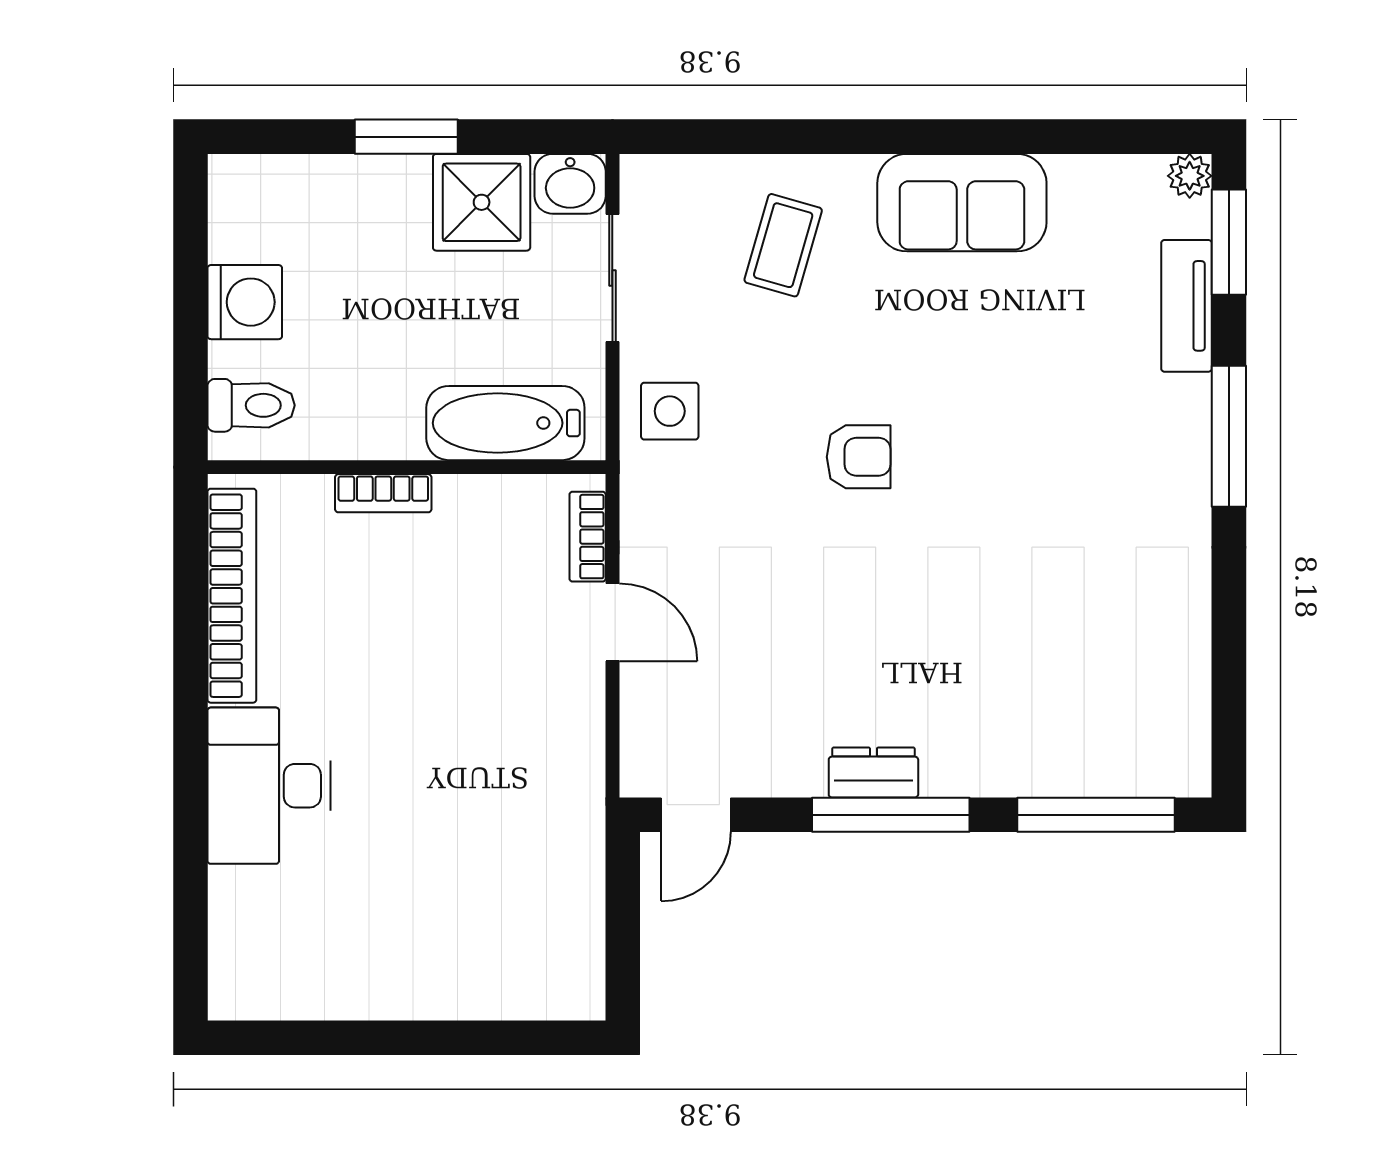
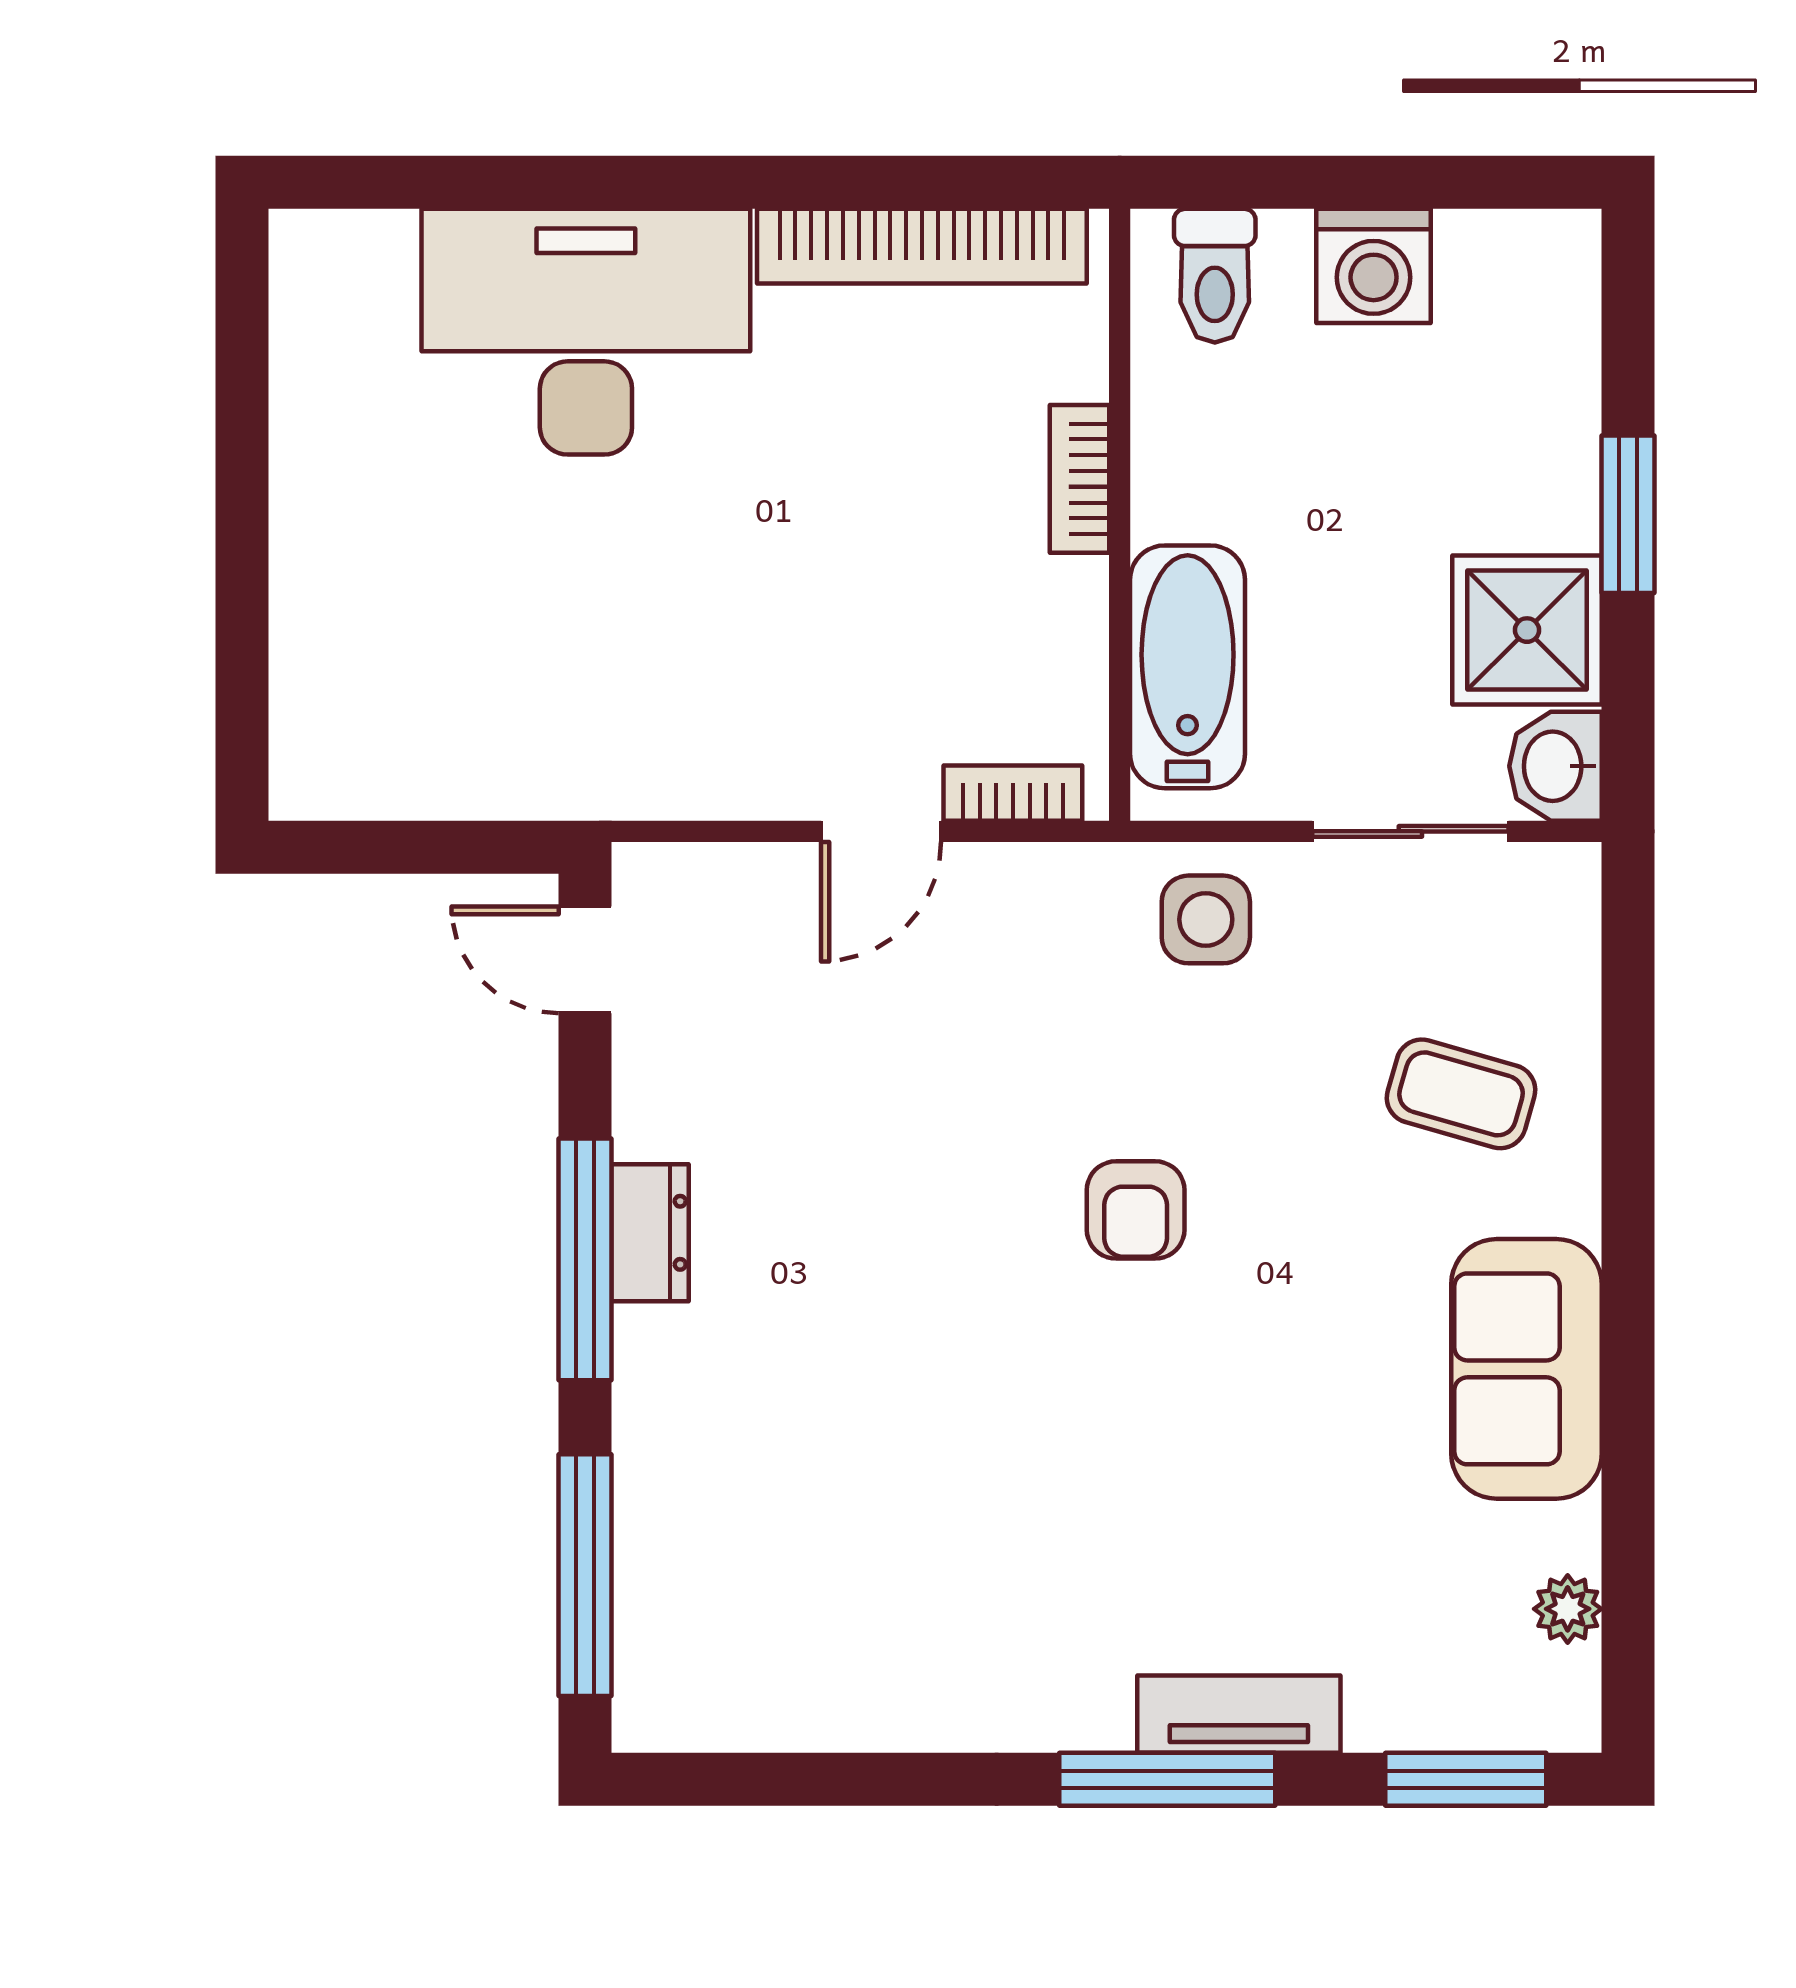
plant: (1190, 176) -> (1568, 1609), moved
tv unit: (1187, 306) -> (1239, 1714), moved
desk: (269, 786) -> (586, 332), width x1.36, depth x1.30

